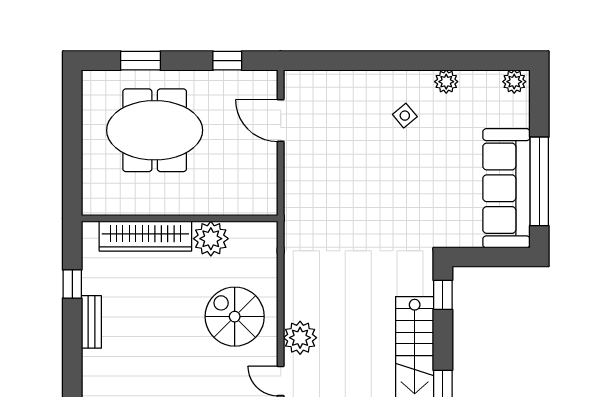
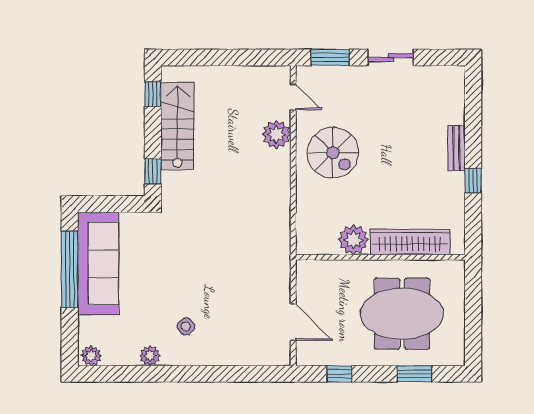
wall: (180, 218) -> (380, 257), moved
wardrobe: (145, 236) -> (410, 242), moved
plant: (211, 239) -> (353, 240), moved

